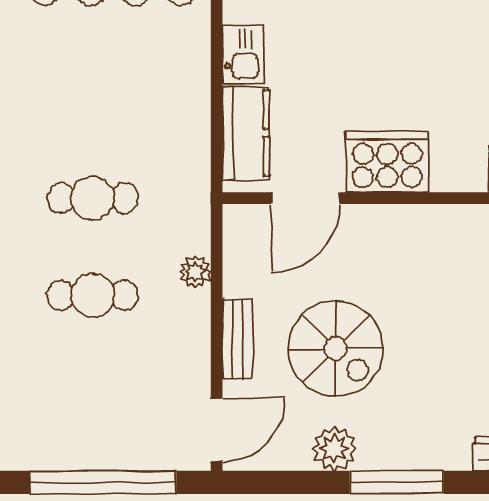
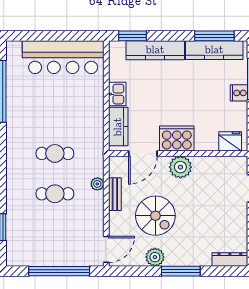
plant: (396, 231) -> (180, 167), added
bench: (238, 339) -> (115, 194), moved

